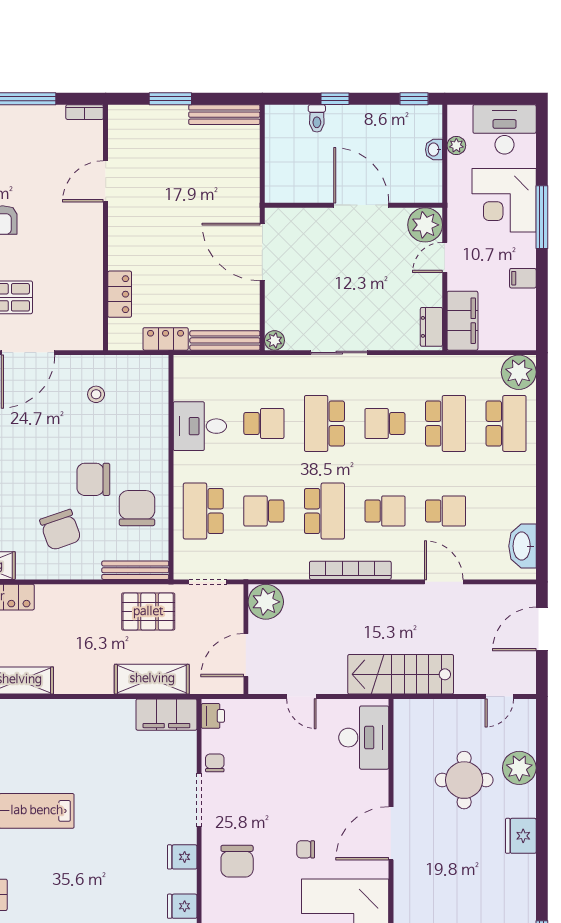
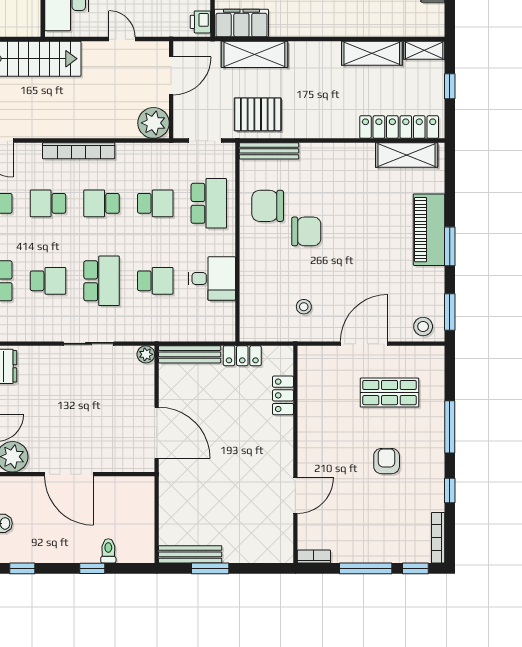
window: (170, 99) -> (210, 568), moved
school desk: (264, 424) -> (155, 281), turned 180
chair: (137, 508) -> (268, 206), turned 90
school desk: (324, 511) -> (102, 203), width x0.54
chair: (60, 530) -> (335, 187), removed

